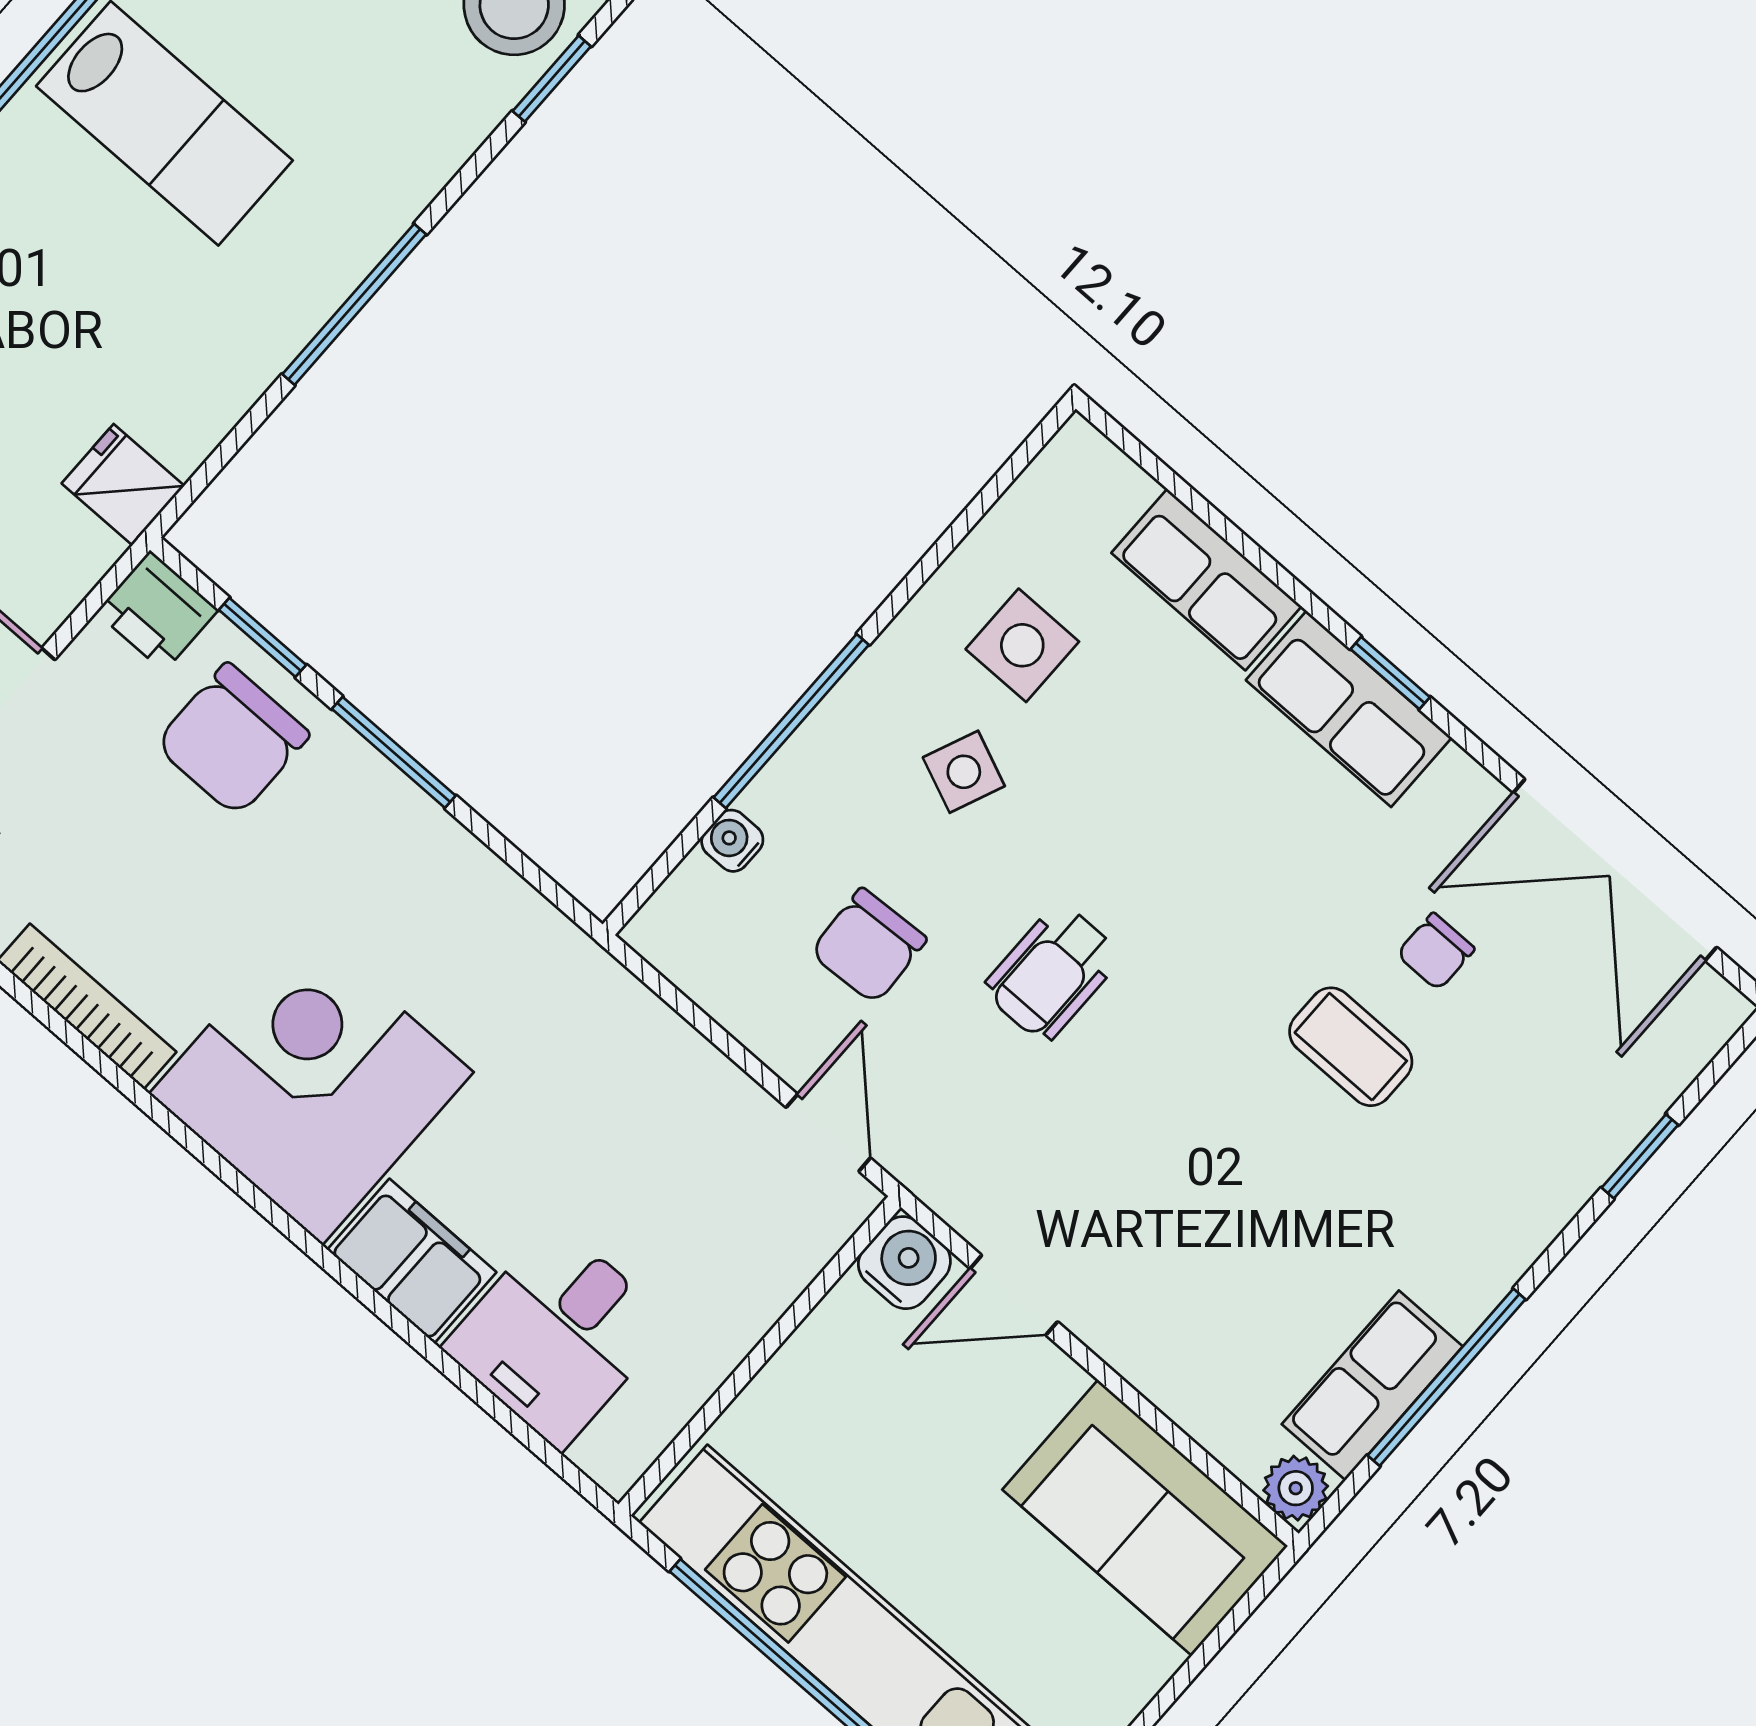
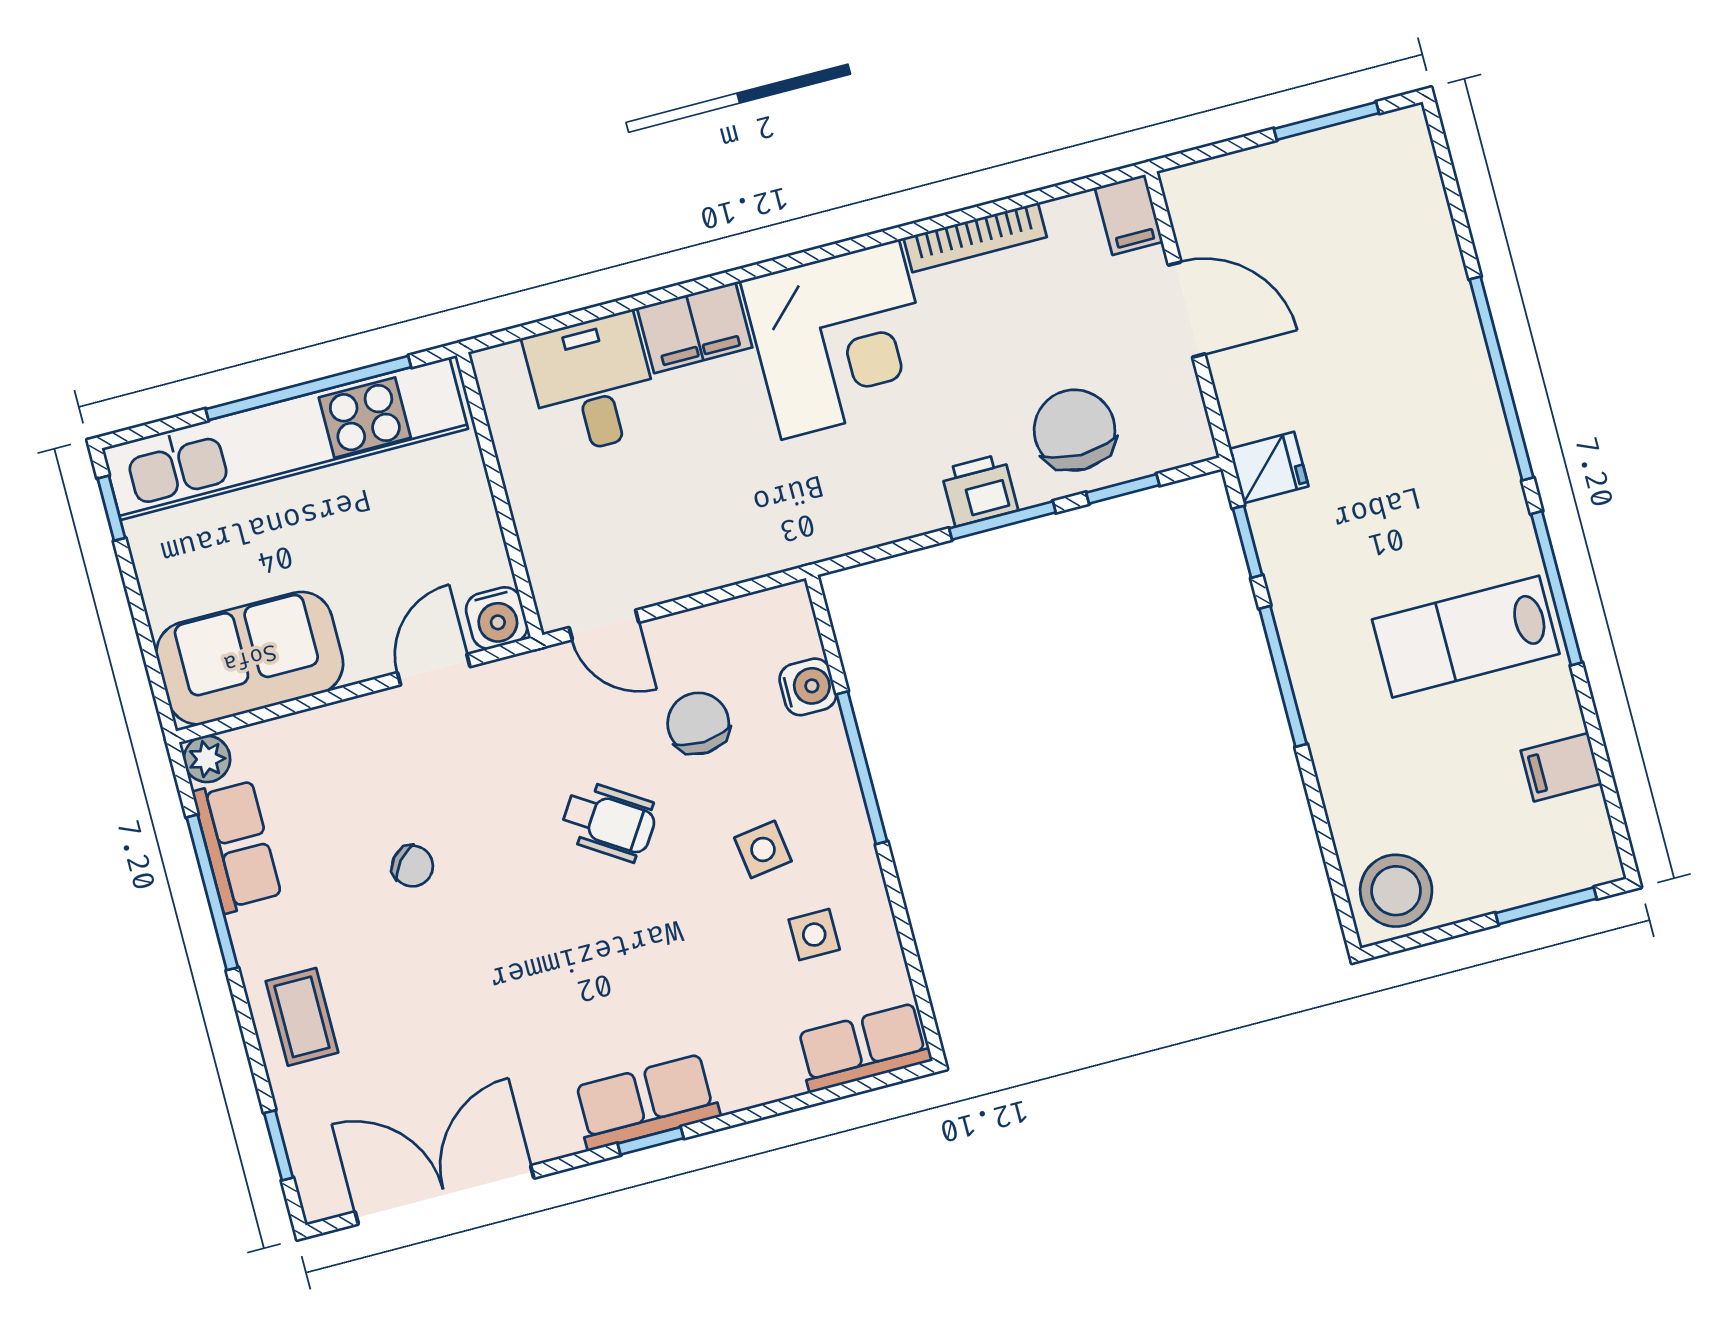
window: (552, 79) -> (1248, 542), moved
row of seats: (1206, 580) -> (863, 1048), moved
printer: (157, 611) -> (979, 490), moved
side table: (1022, 645) -> (814, 935), width x0.73, depth x0.73
side table: (964, 772) -> (763, 849), turned -31
water cooler: (732, 841) -> (808, 687), width x1.38, depth x1.38
chair: (1436, 952) -> (413, 866), moved, turned 130
wheelchair: (1052, 973) -> (609, 821), turned 123
coffee table: (1351, 1047) -> (302, 1017), moved, turned 90
window: (1640, 1156) -> (279, 1145), moved

